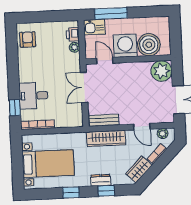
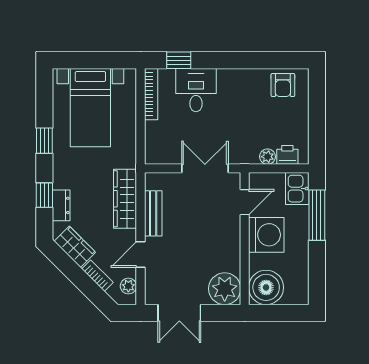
armchair: (28, 39) -> (283, 85), turned 90
boiler: (149, 45) -> (266, 287), moved
bench: (104, 120) -> (153, 213), moved
dresser: (101, 180) -> (61, 205), moved

